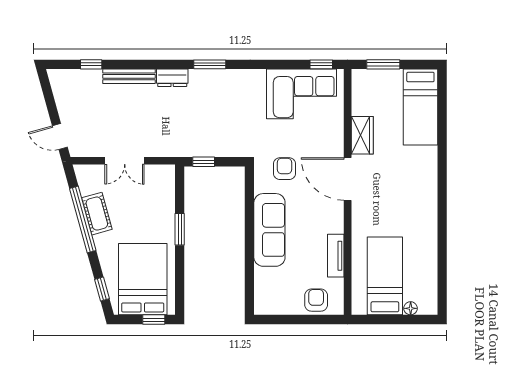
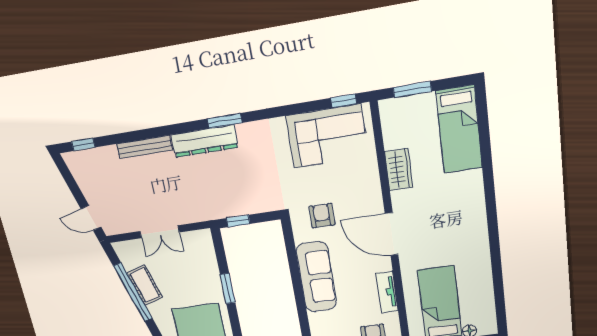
window: (91, 64) -> (83, 145), moved
dresser: (172, 78) -> (205, 141), width x1.96, depth x1.24
door: (348, 179) -> (392, 234), moved

